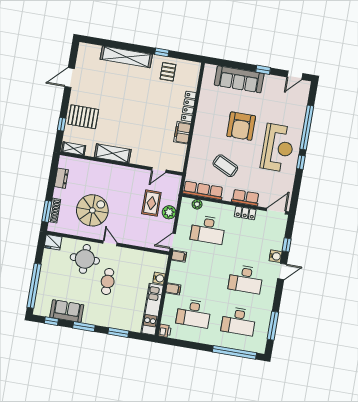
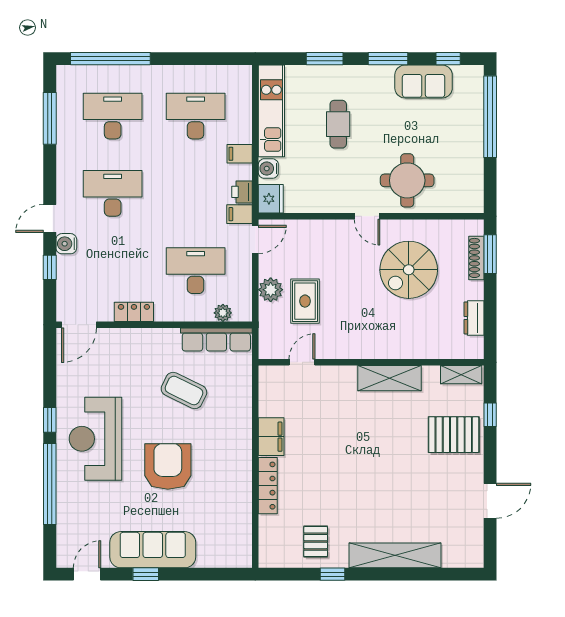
sofa: (239, 79) -> (153, 550), moved
row of seats: (245, 198) -> (138, 339), removed
fridge: (53, 242) -> (271, 199), moved, turned 90
cafe table: (108, 281) -> (338, 124), moved
printer: (165, 331) -> (242, 192), moved

